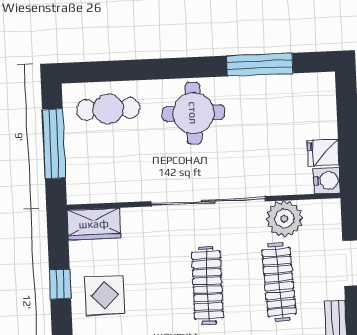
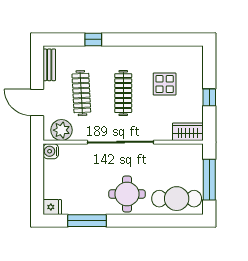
cafe table: (108, 109) -> (177, 199), width x1.37, depth x1.35
fridge: (323, 153) -> (52, 207), moved
plant: (284, 219) -> (61, 130), moved
display table: (105, 295) -> (165, 84), moved

